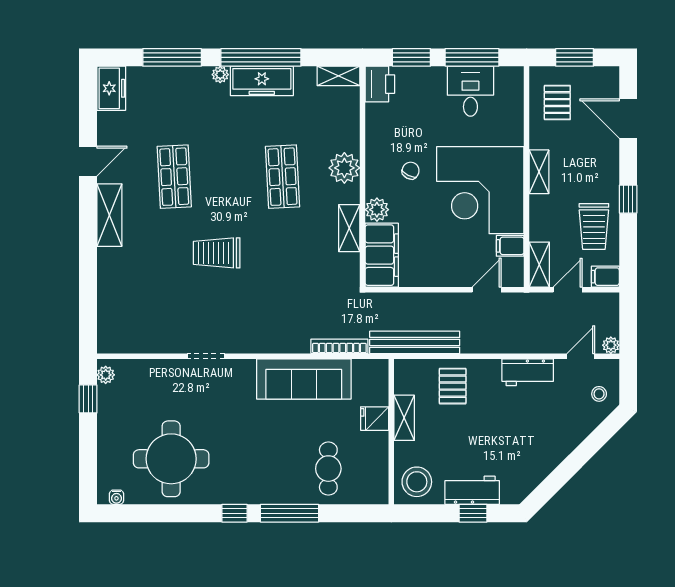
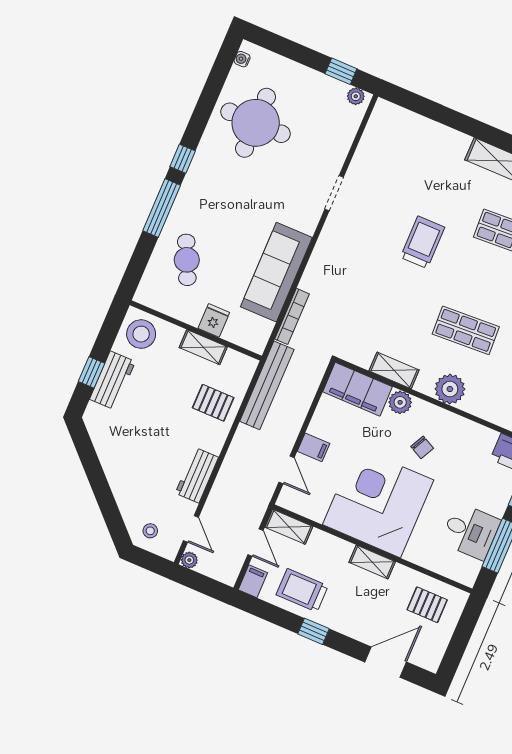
window: (575, 57) -> (461, 637), removed
filing cabinet: (510, 246) -> (314, 447), moved, turned 90
cafe table: (328, 469) -> (187, 260), turned 65

